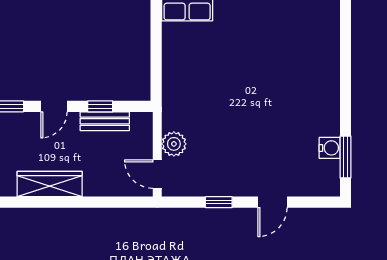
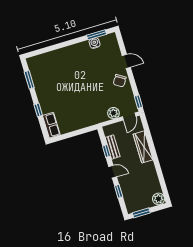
chair: (237, 176) -> (120, 81), added
wardrobe: (50, 184) -> (143, 147), moved
window: (219, 202) -> (138, 102), moved

